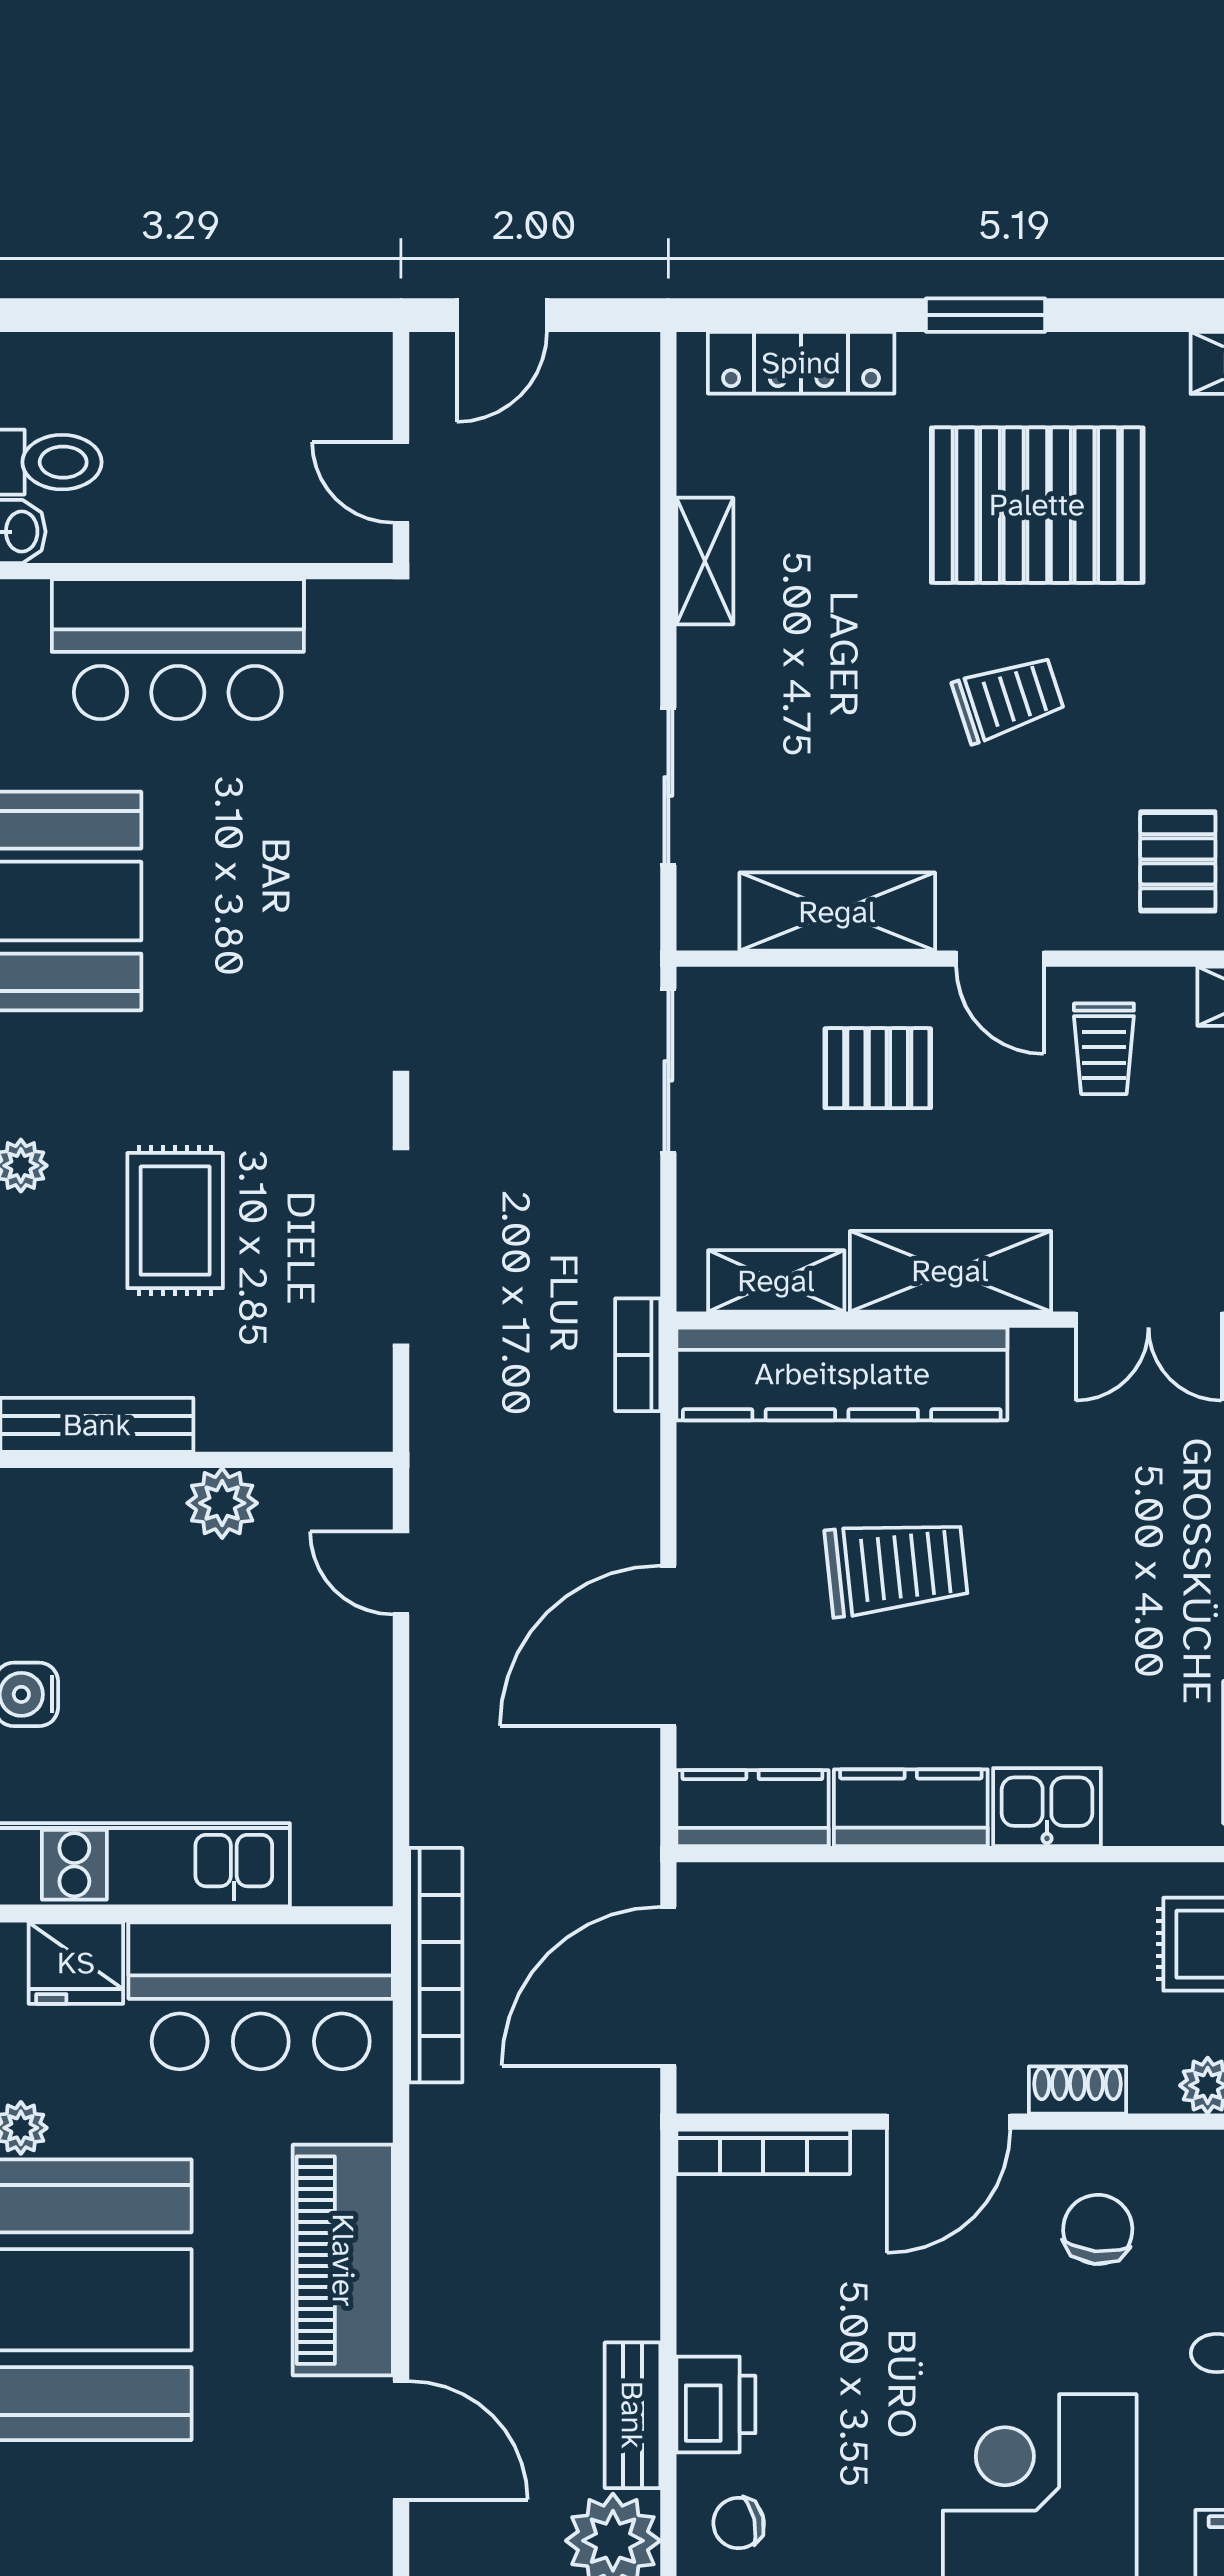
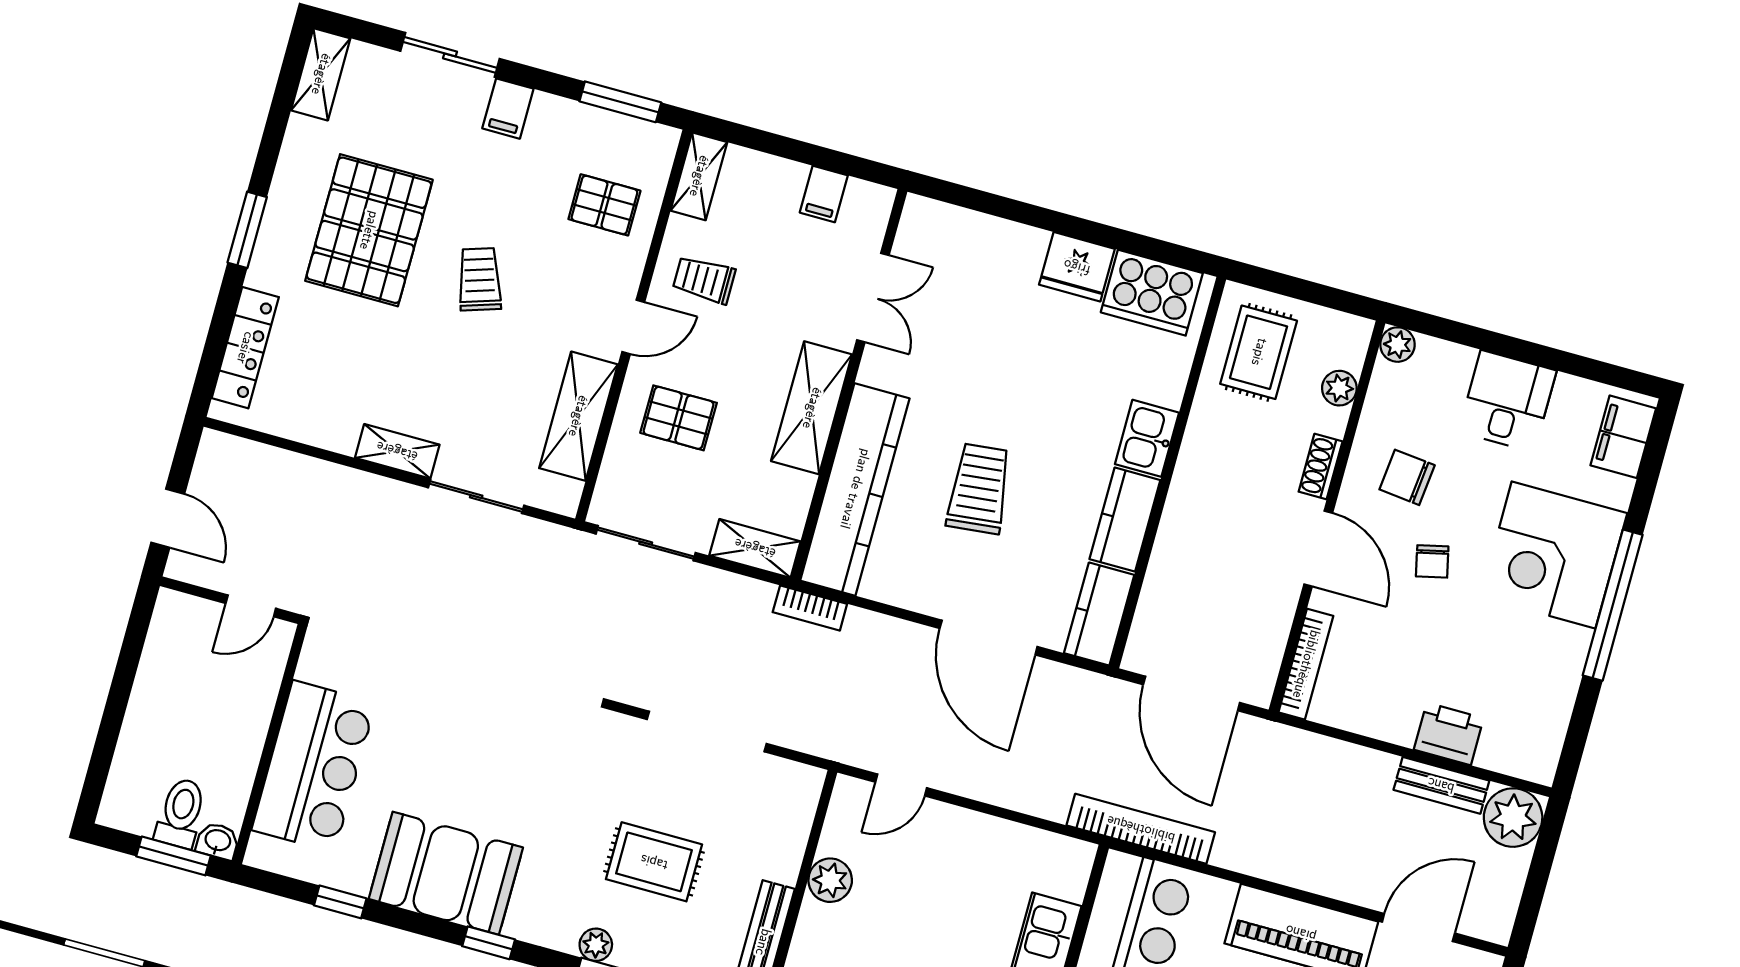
shelving: (705, 561) -> (397, 451), moved
trolley: (1104, 1049) -> (704, 280), turned 180
pallet: (878, 1068) -> (679, 418), turned 90
shelving: (776, 1281) -> (755, 548), moved, turned 90
chair: (739, 2523) -> (1432, 561), moved

